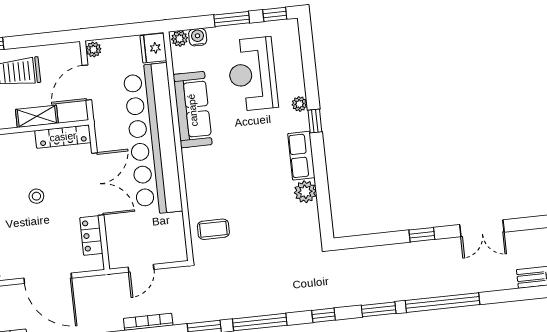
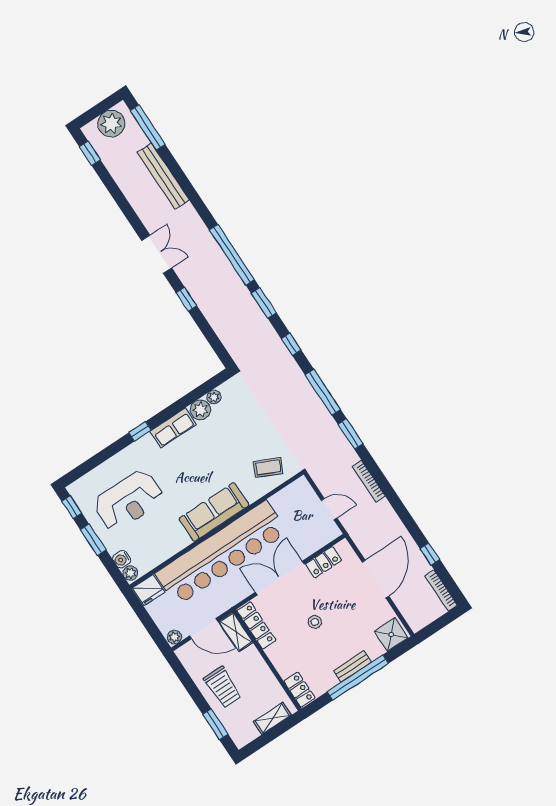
plant: (299, 104) -> (214, 397), moved
sofa: (193, 110) -> (214, 512), moved
shelving: (37, 116) -> (236, 632), moved
coffee table: (213, 229) -> (268, 467), turned -65

